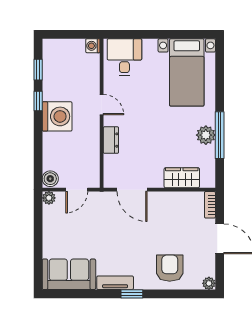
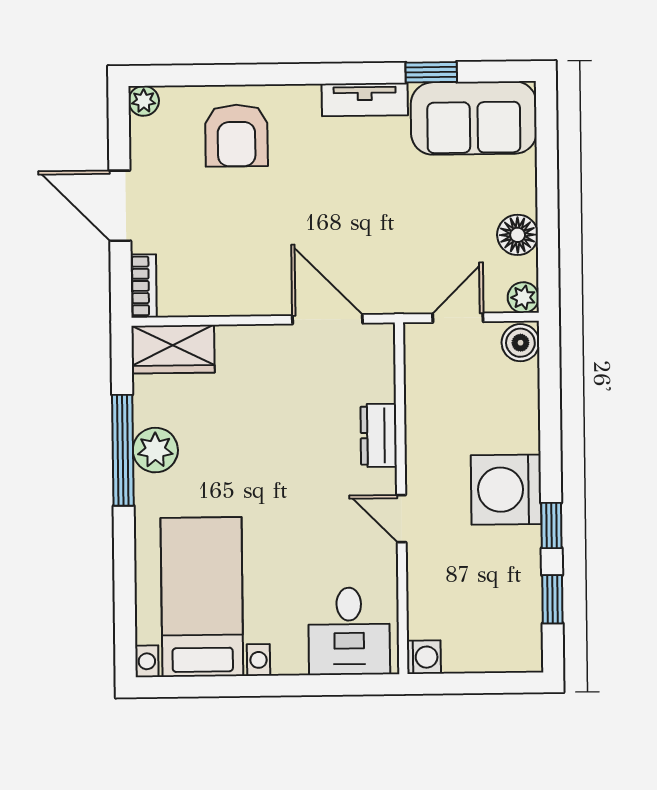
wardrobe: (182, 178) -> (173, 349), moved
floor lamp: (51, 224) -> (518, 235), added
window: (132, 294) -> (431, 72), moved

